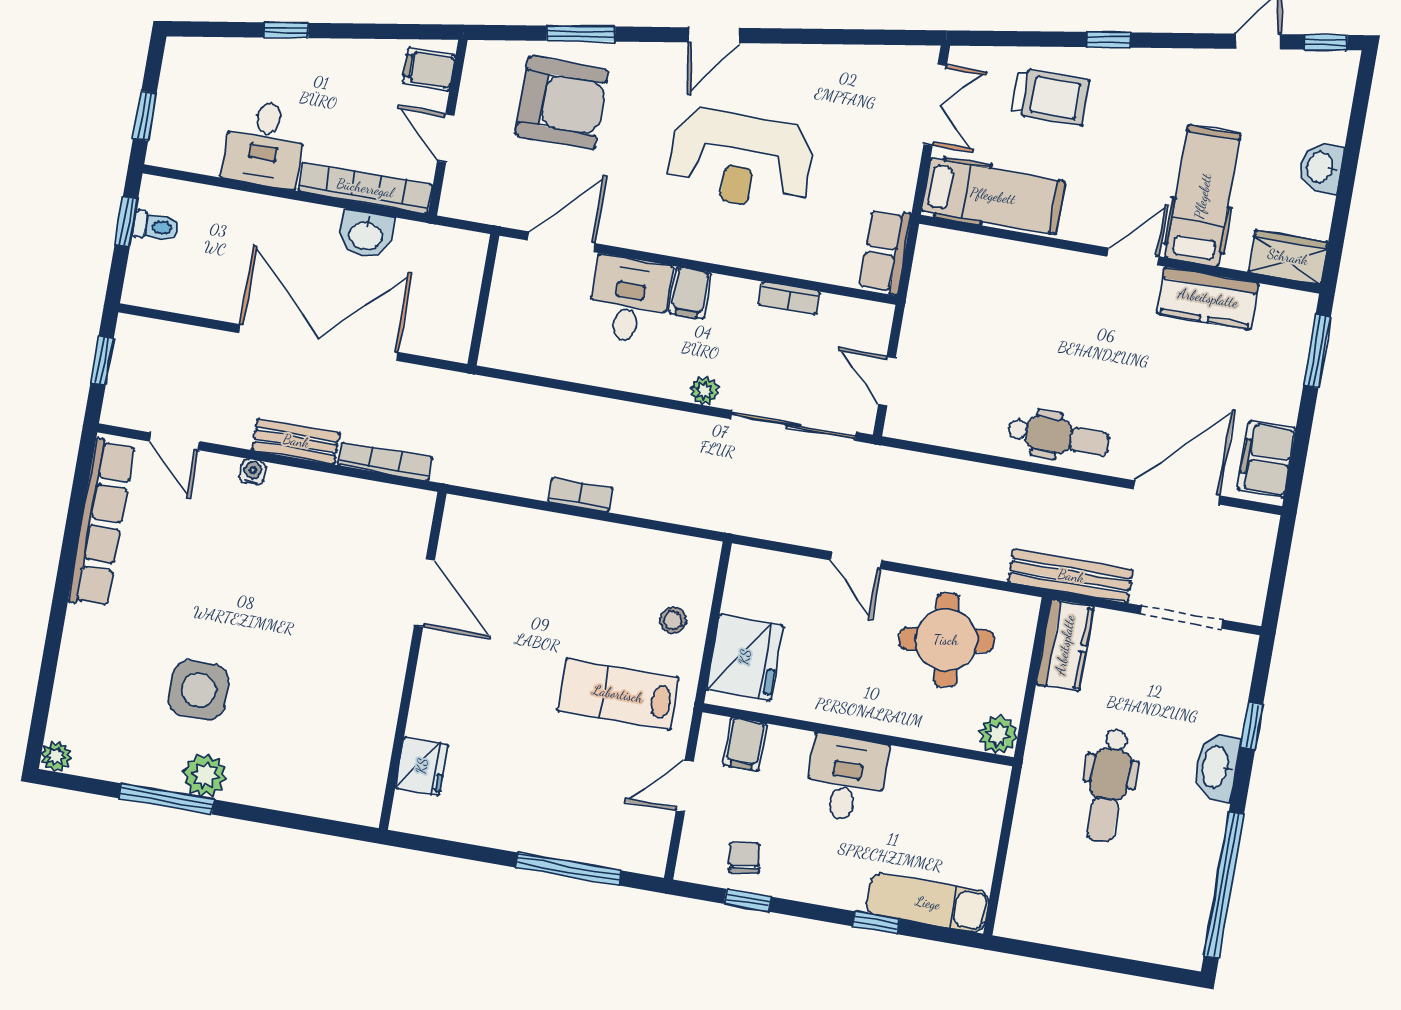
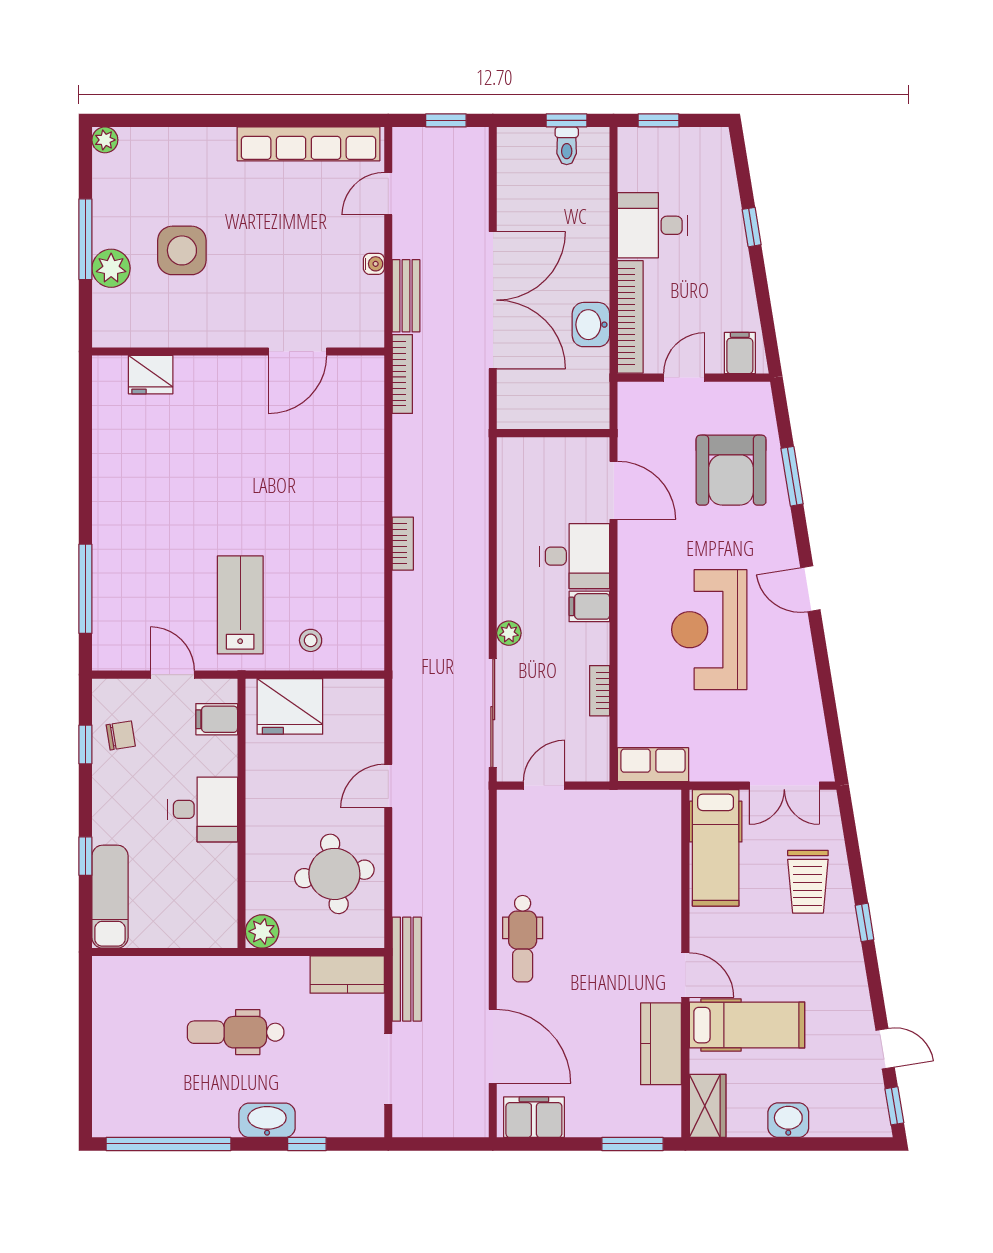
door: (425, 593) -> (297, 352), moved
wall: (413, 661) -> (238, 352), moved
fridge: (422, 766) -> (151, 375), moved

